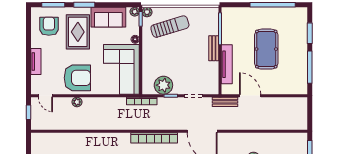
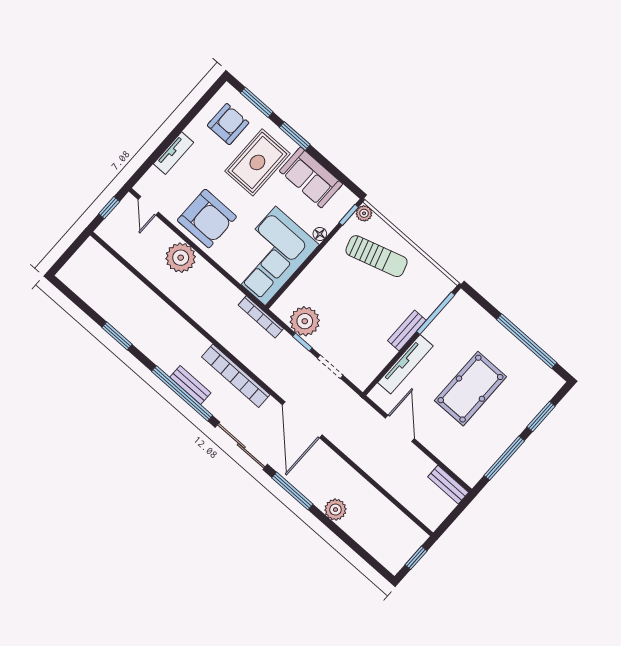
plant: (135, 12) -> (349, 199), removed
plant: (77, 102) -> (181, 258), width x1.88, depth x1.88
bench: (225, 102) -> (448, 485), moved

